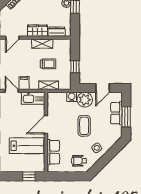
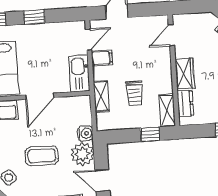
door: (12, 38) -> (171, 35), hinge flipped
shelving: (42, 44) -> (167, 110), moved
window: (75, 67) -> (150, 134), moved
door: (46, 125) -> (40, 96), swing flipped

